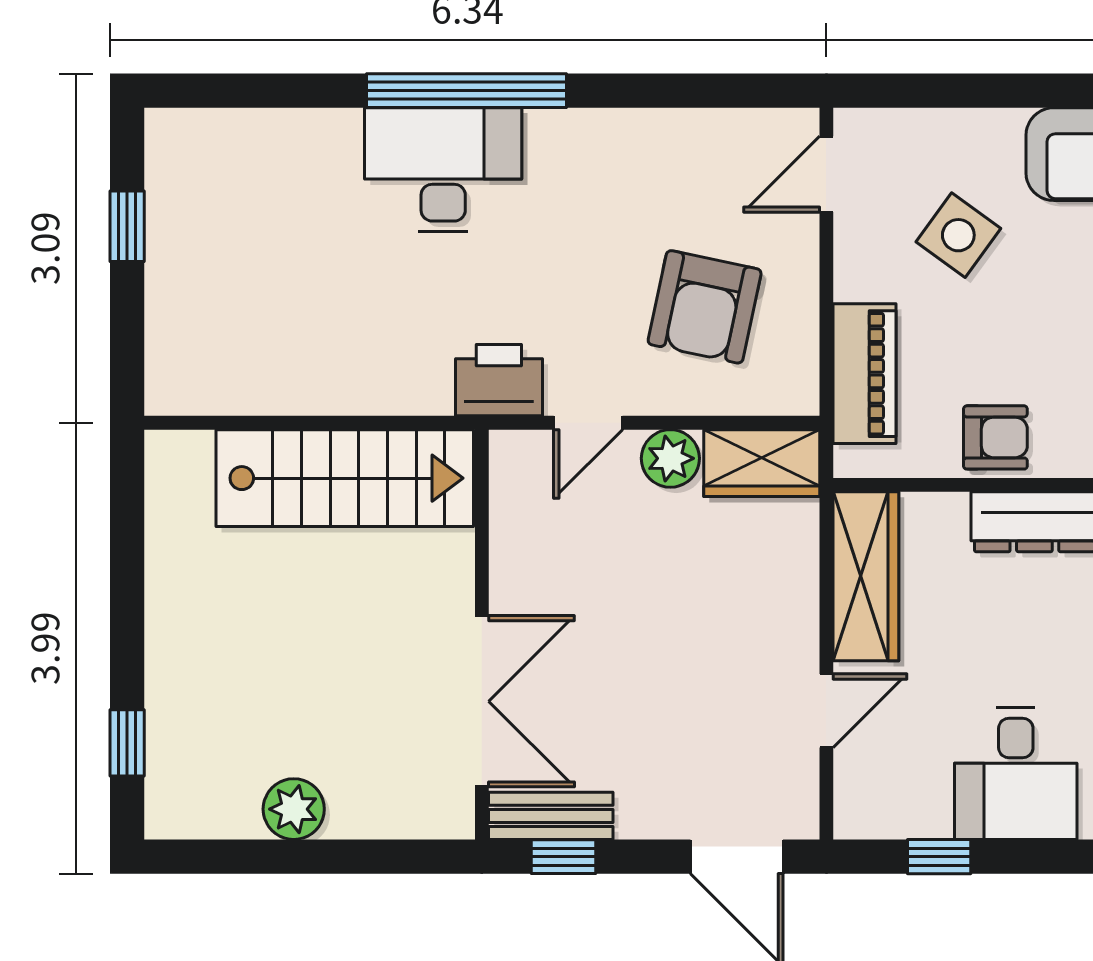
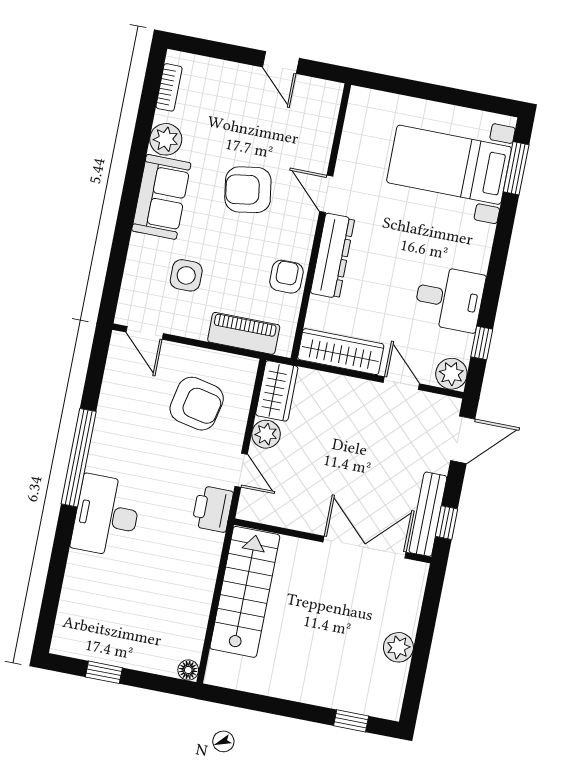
window: (466, 91) -> (79, 458), moved
side table: (958, 235) -> (186, 275), turned -36
floor lamp: (165, 395) -> (188, 670), added
plant: (865, 808) -> (451, 374), added
bench: (551, 816) -> (428, 514), width x1.36

